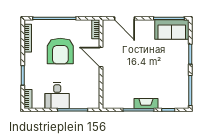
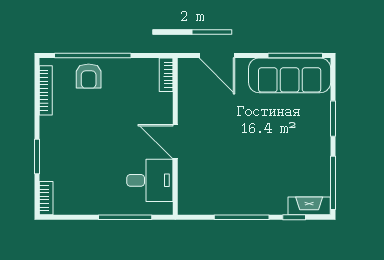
sofa: (172, 30) -> (290, 75), width x1.36
armchair: (60, 51) -> (89, 76), moved, width x0.53, depth x0.53
door: (101, 57) -> (175, 142), moved
desk: (57, 96) -> (150, 180), moved, turned -90
fireplace: (146, 103) -> (309, 206), moved

